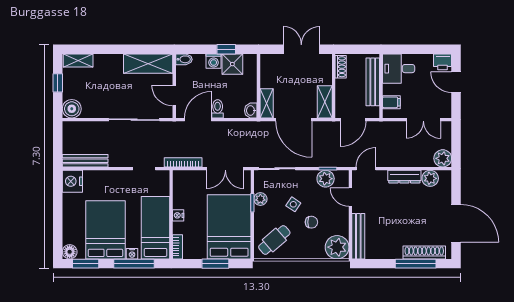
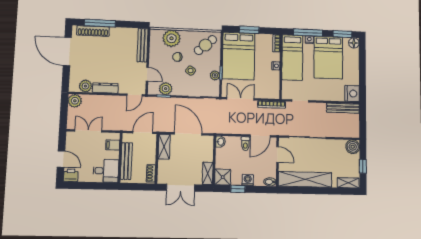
shelving: (148, 64) -> (305, 179), width x1.47
shower: (232, 64) -> (223, 177), moved
shelving: (267, 103) -> (208, 173), moved
plant: (337, 247) -> (172, 38), moved

